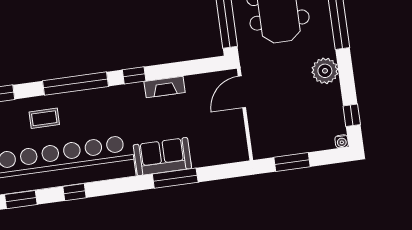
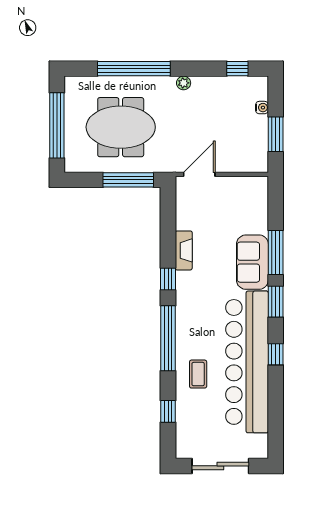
plant: (325, 71) -> (184, 83), width x0.53, depth x0.53
door: (242, 92) -> (199, 174), swing flipped
water cooler: (342, 141) -> (262, 108), moved
window: (21, 200) -> (276, 302), moved

